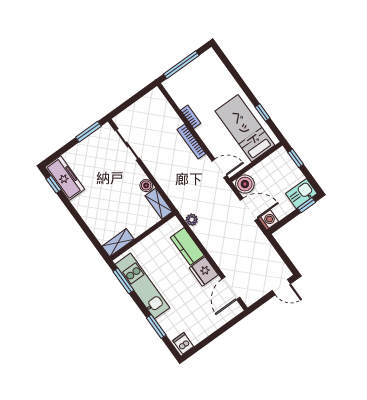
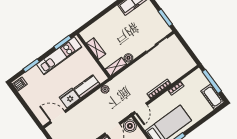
cot: (203, 64) -> (213, 97), added
shelving: (118, 243) -> (96, 49), moved

